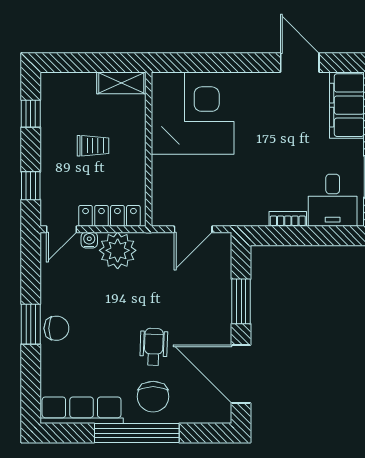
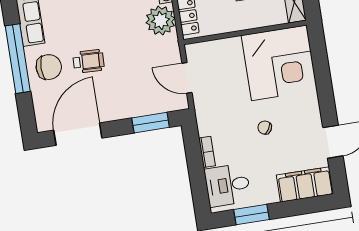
chair: (269, 143) -> (265, 128), added
window: (241, 301) -> (151, 123), moved
chair: (153, 397) -> (49, 67), turned 180

